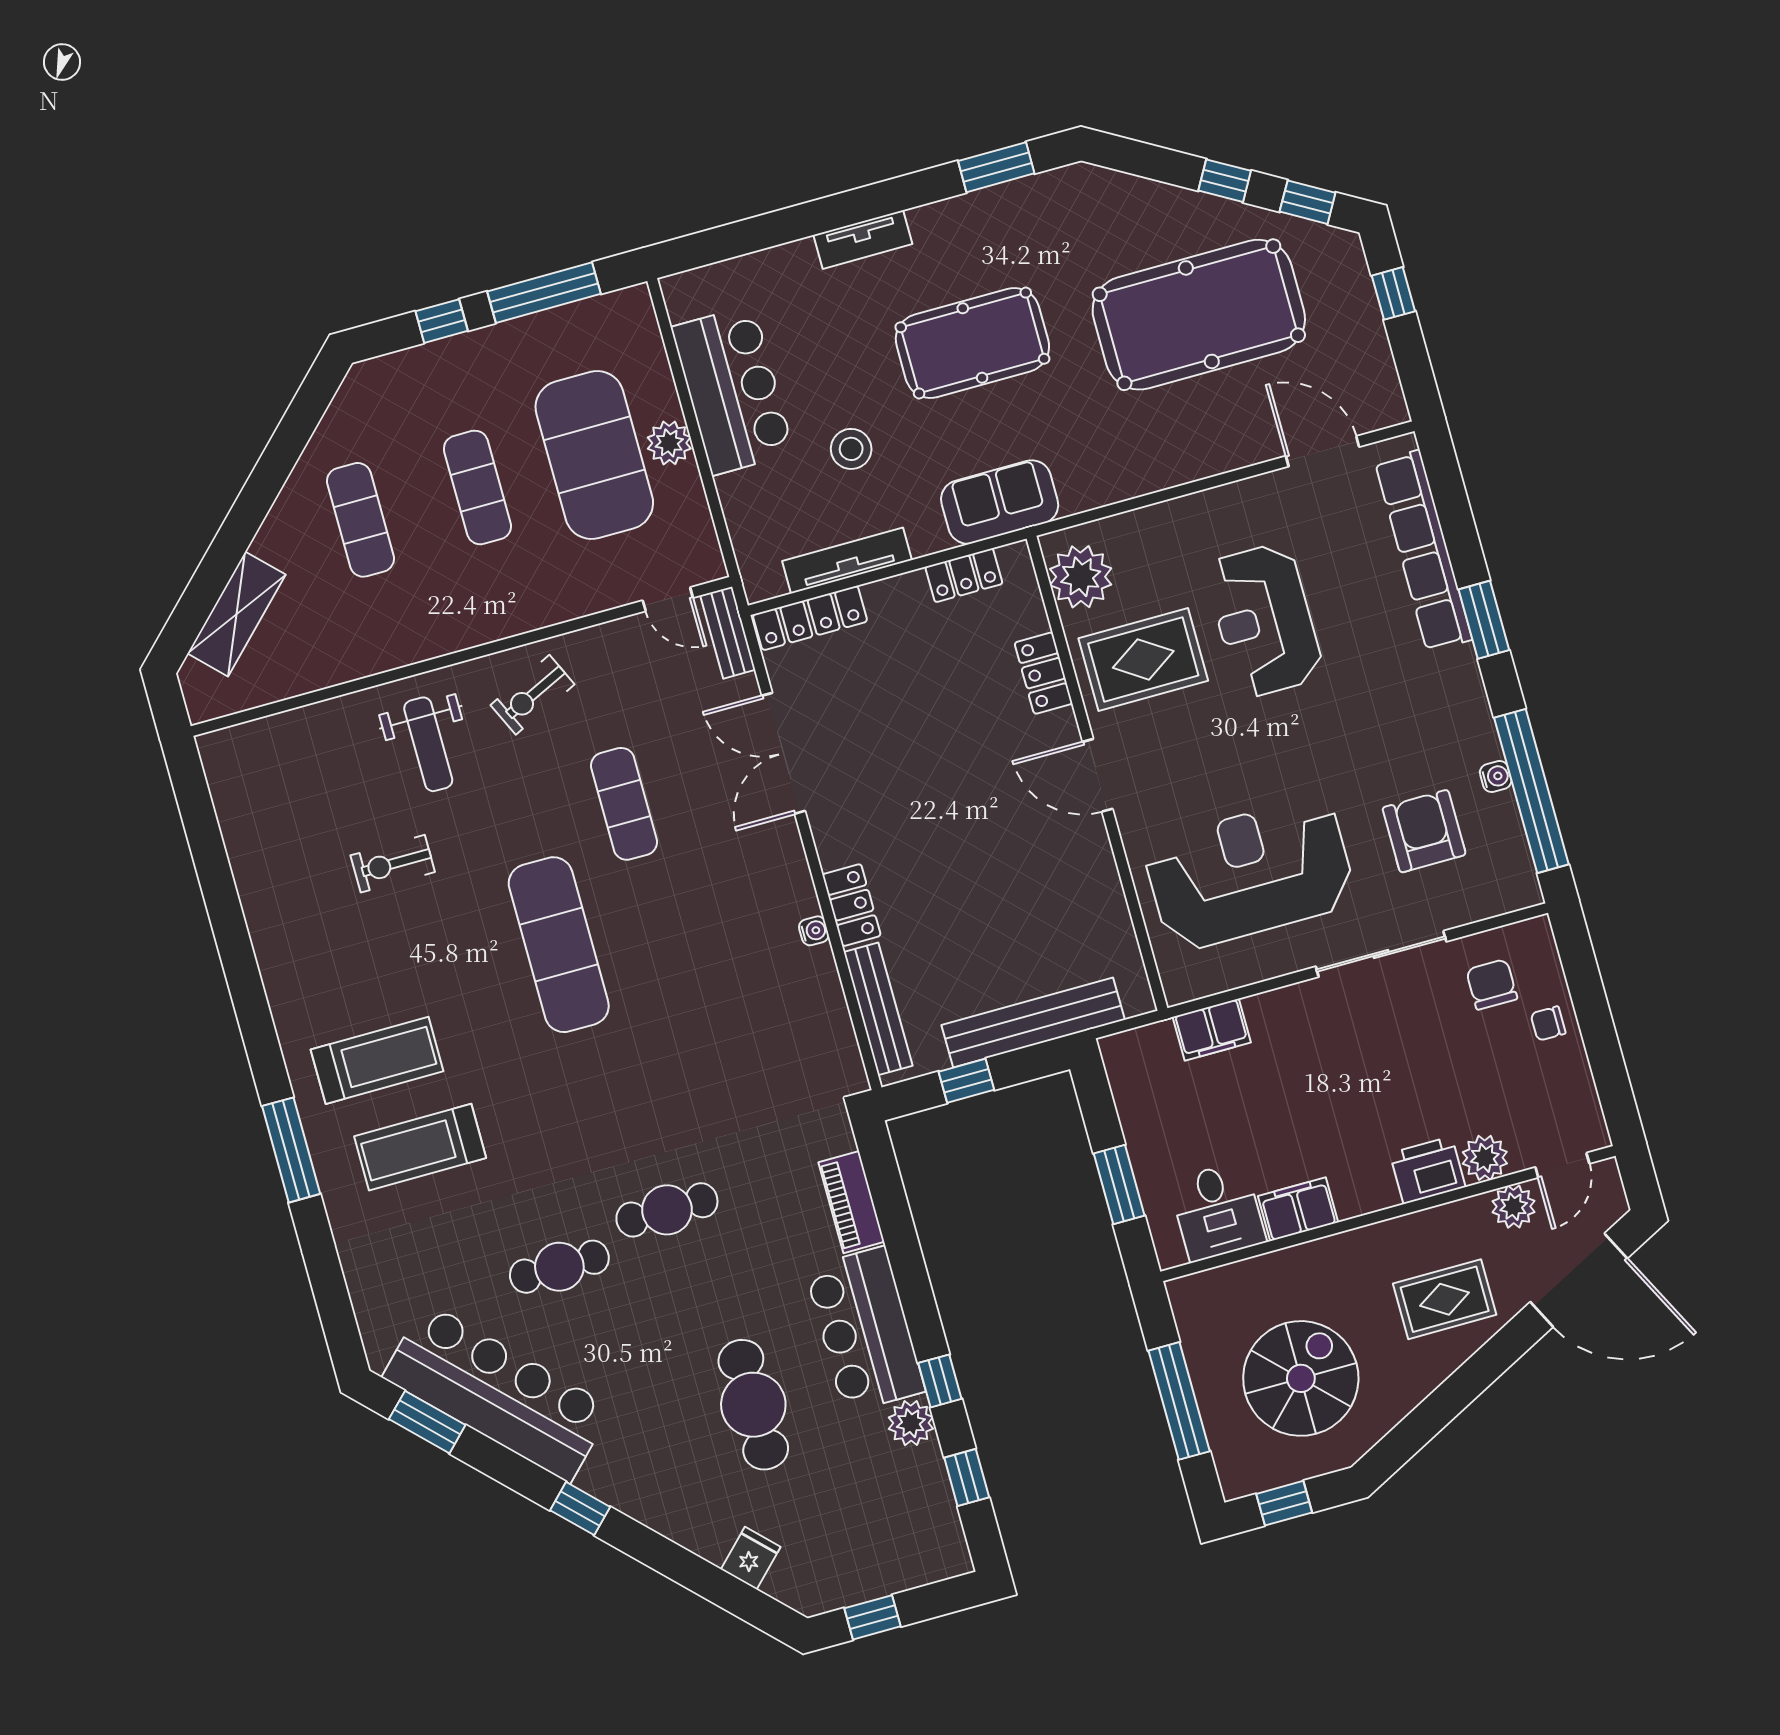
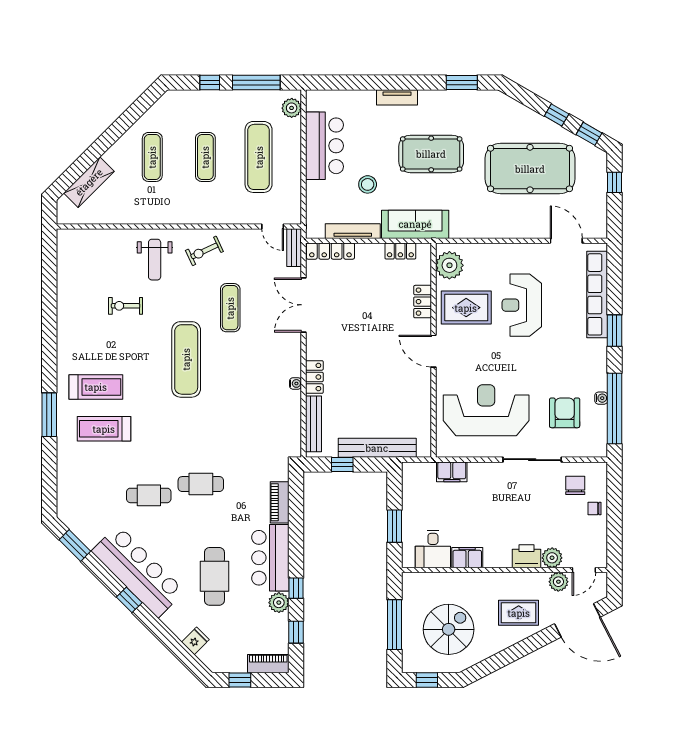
plant: (669, 443) -> (292, 108), moved
exercise mat: (594, 455) -> (259, 157), width x0.68
sofa: (1000, 502) -> (415, 224), width x1.36
bar counter: (497, 1392) -> (138, 571), moved
piano: (925, 1564) -> (268, 664), added

